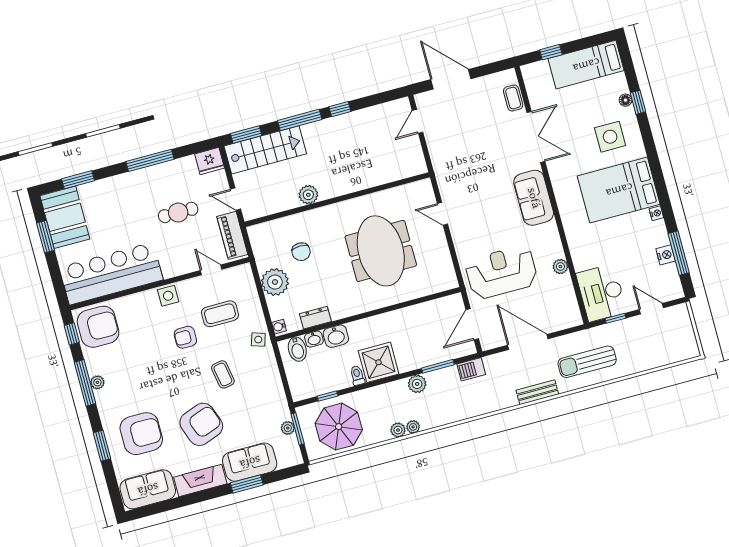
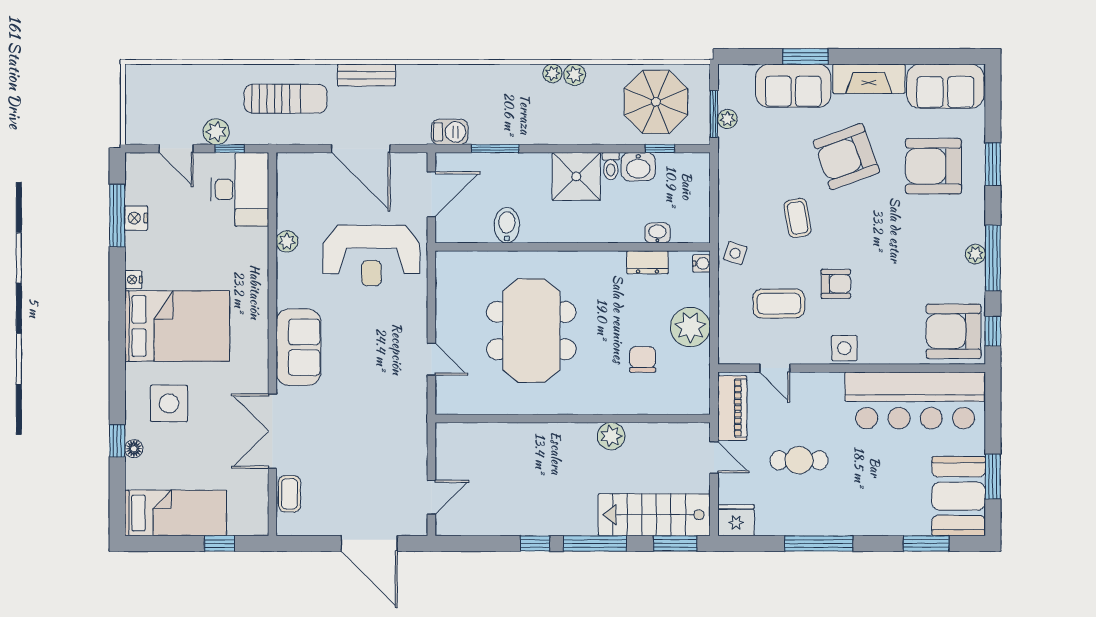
washbasin: (336, 336) -> (638, 167), moved, turned 180
bidet: (297, 349) -> (507, 225), moved
plant: (417, 384) -> (216, 132), moved

